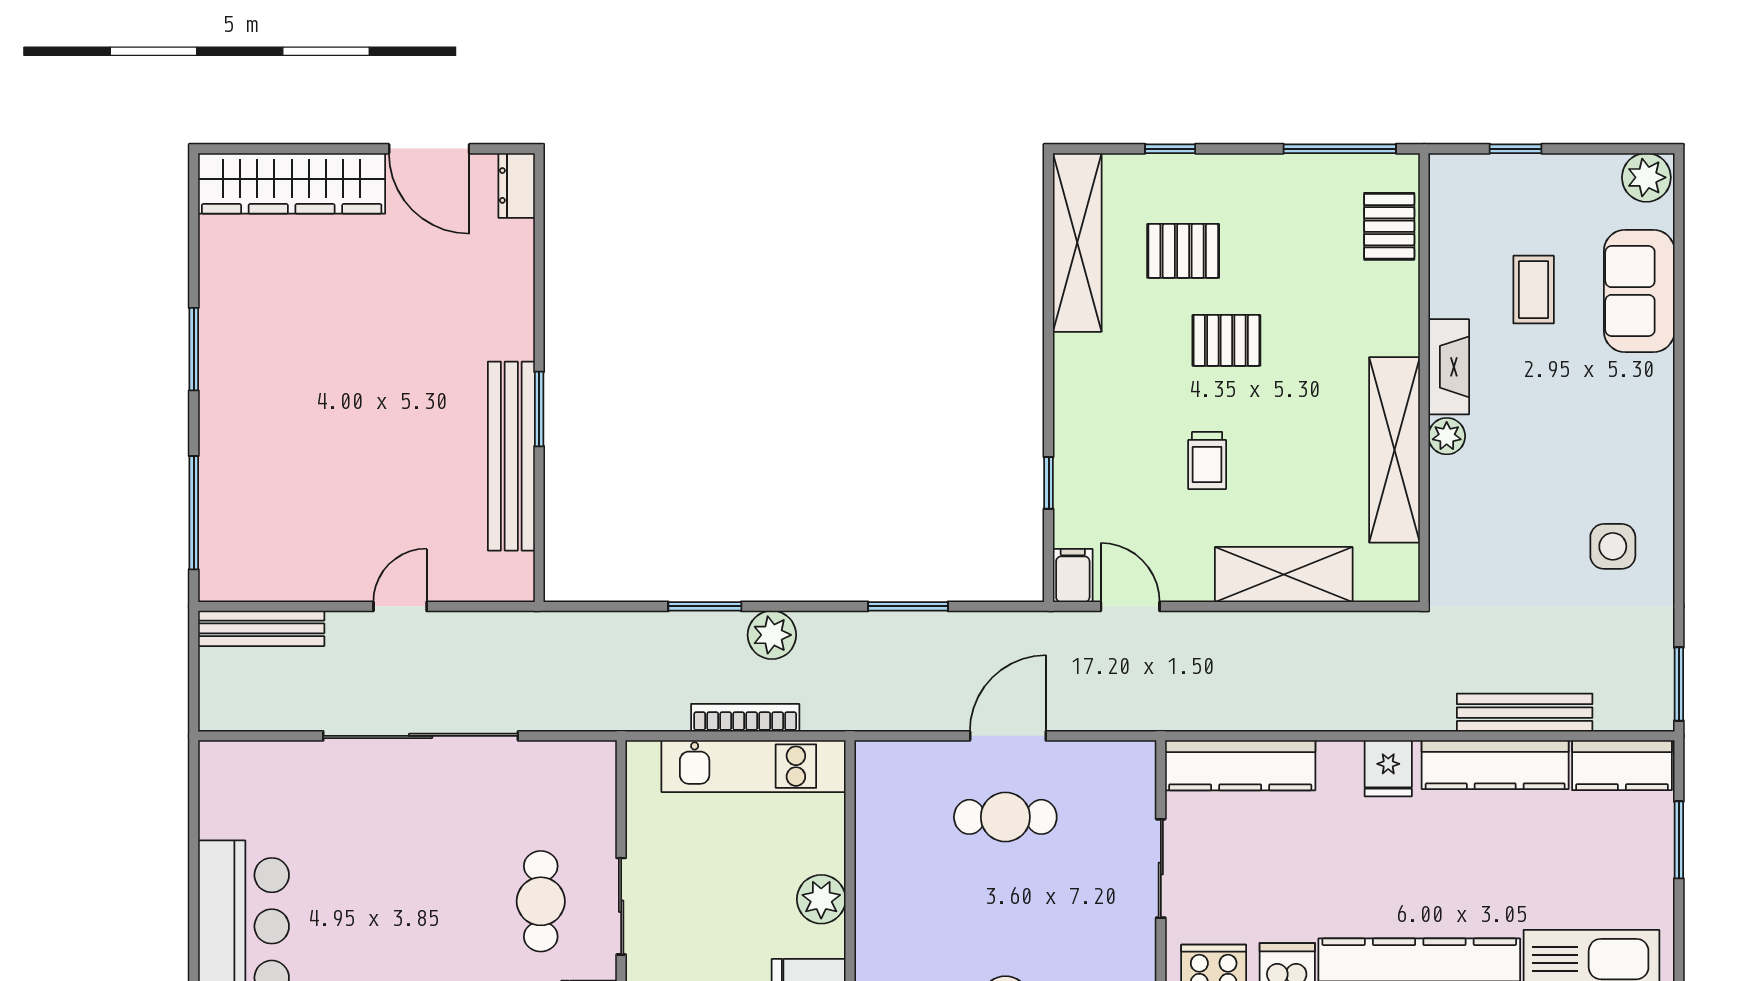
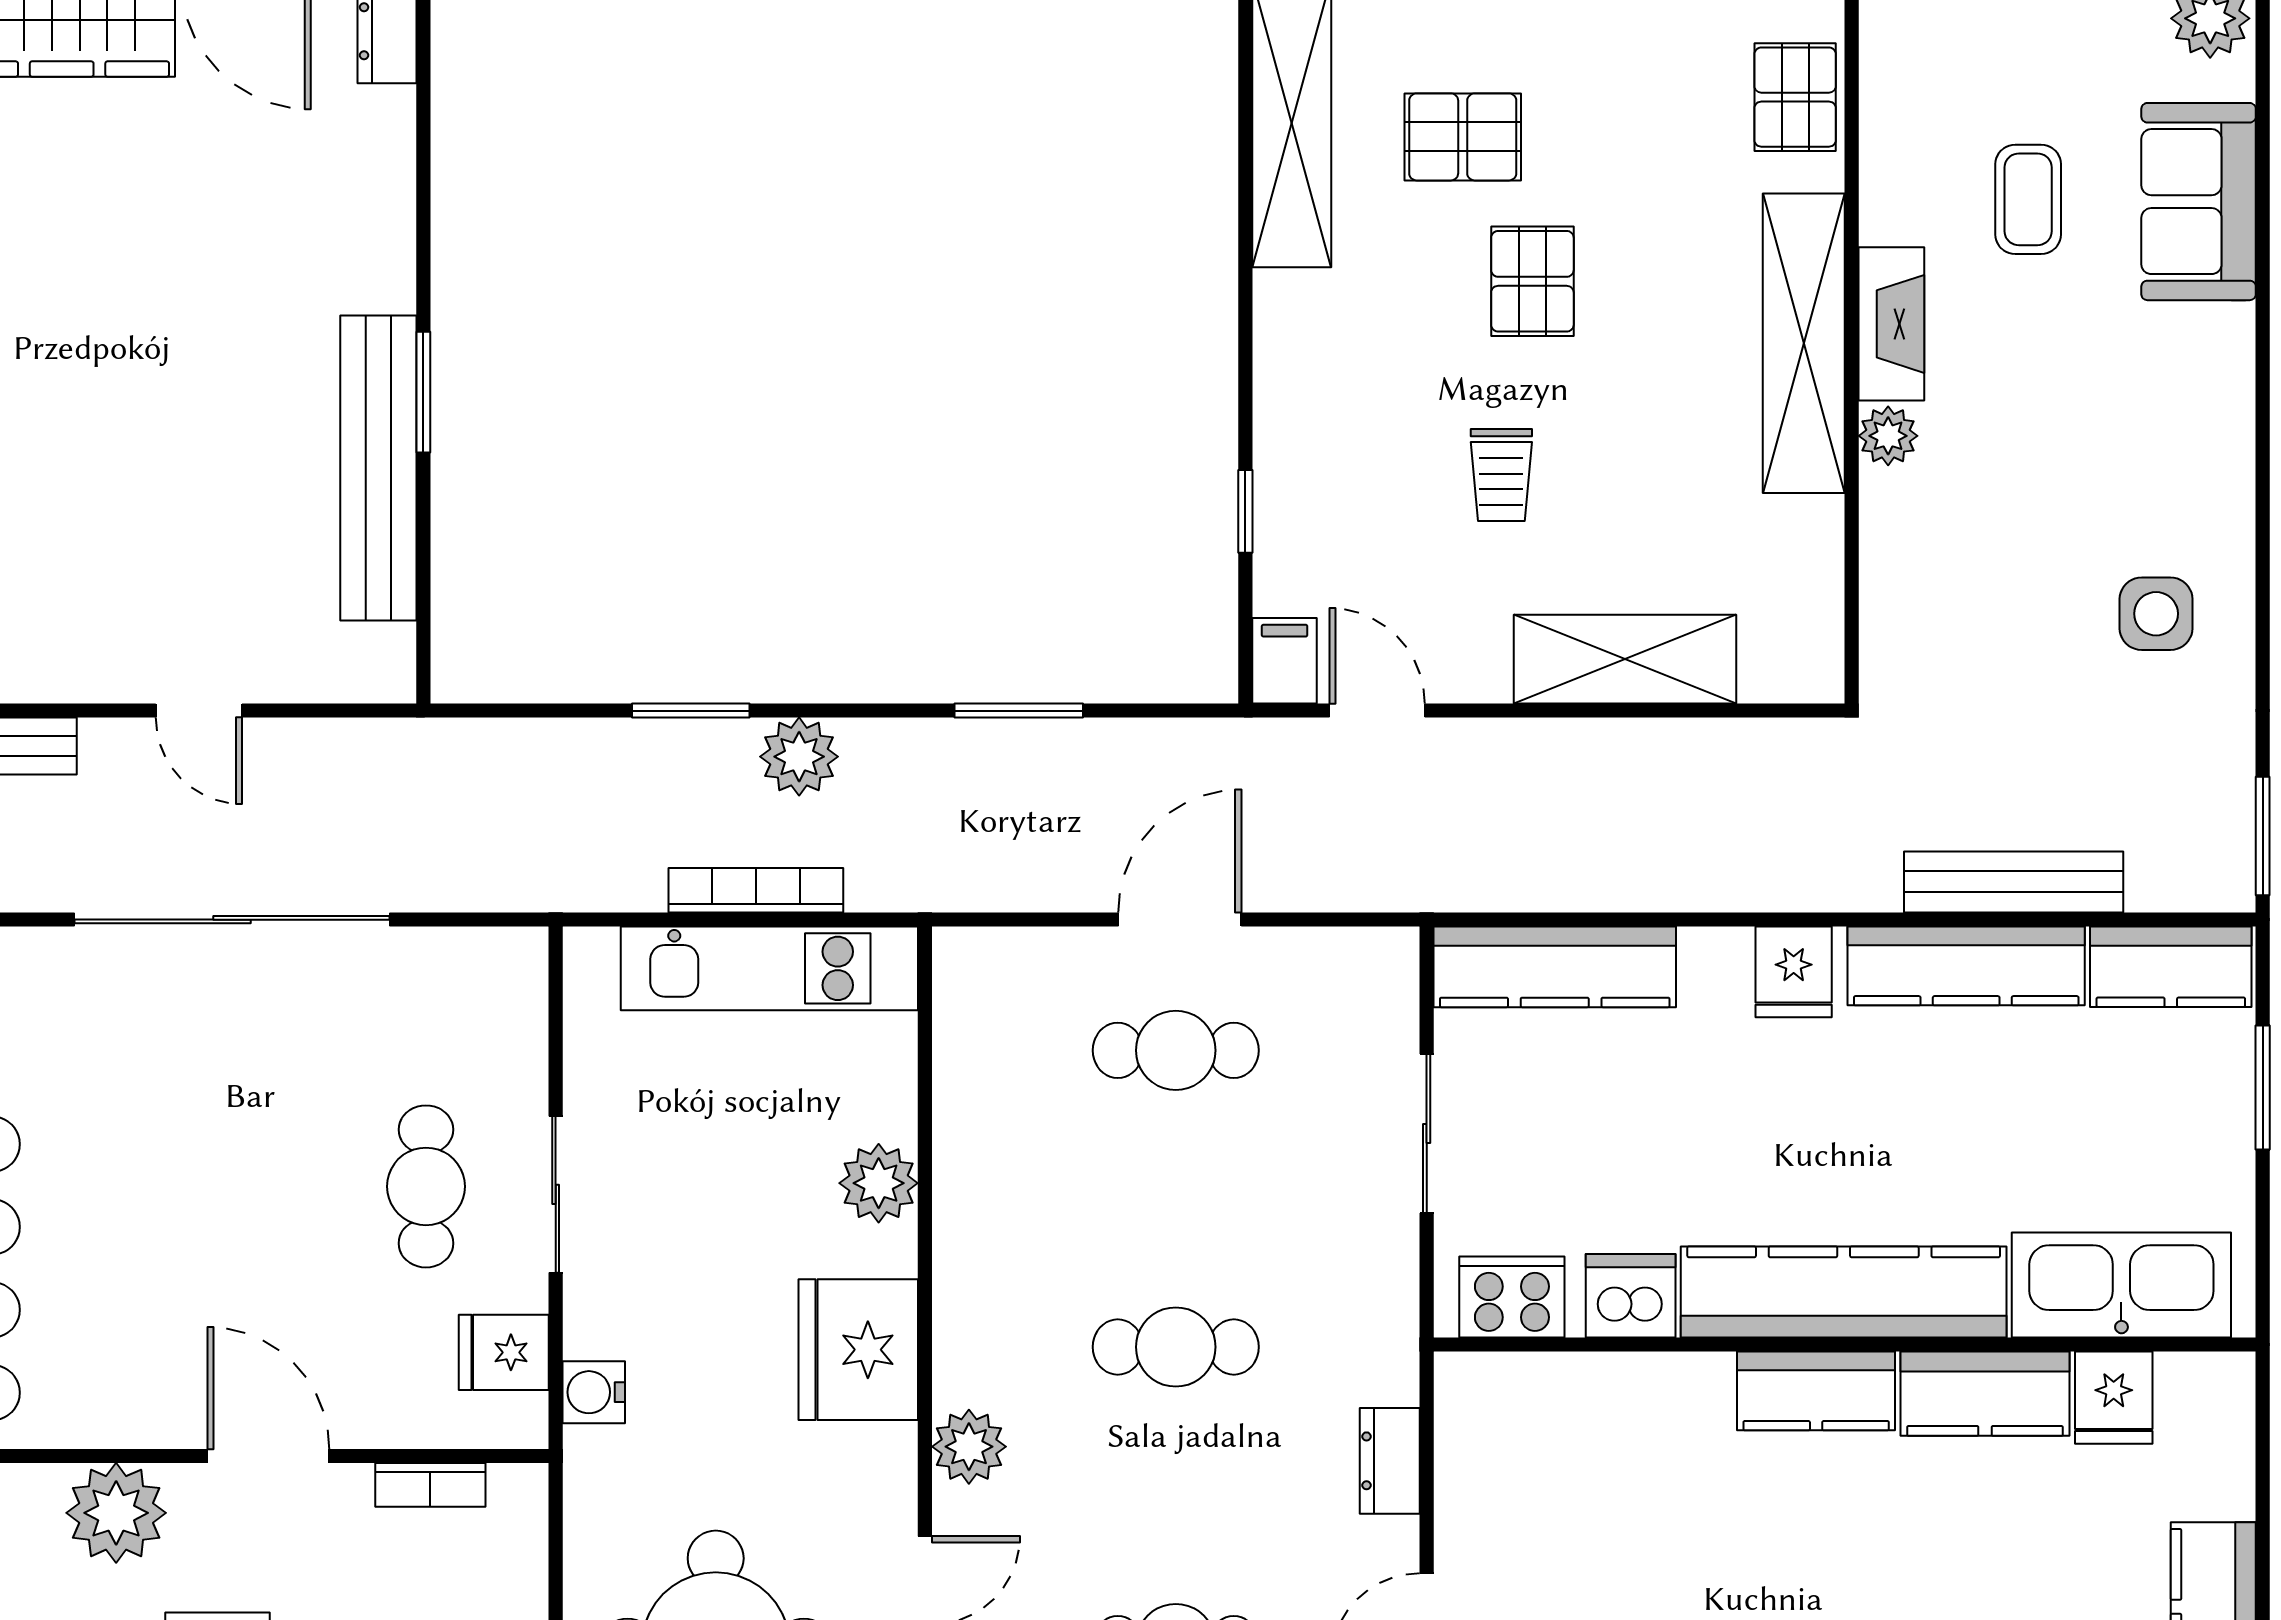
pallet: (1226, 340) -> (1532, 281), turned 90
shelving: (1395, 450) -> (1804, 343), moved
door: (400, 606) -> (199, 711), swing flipped

